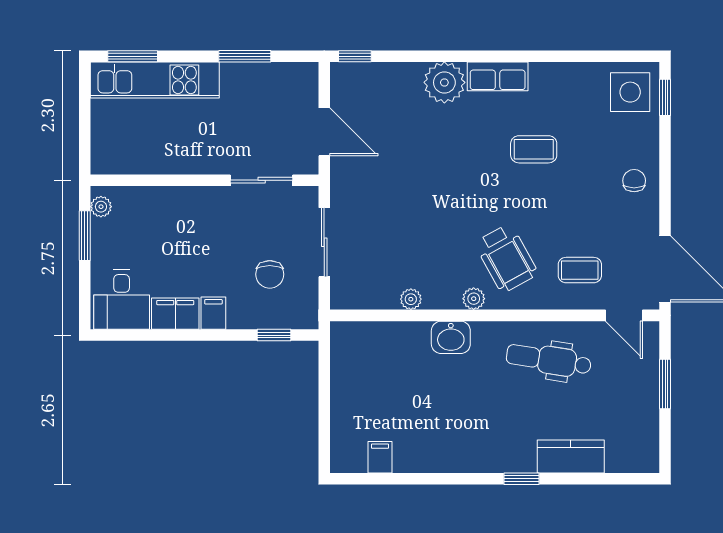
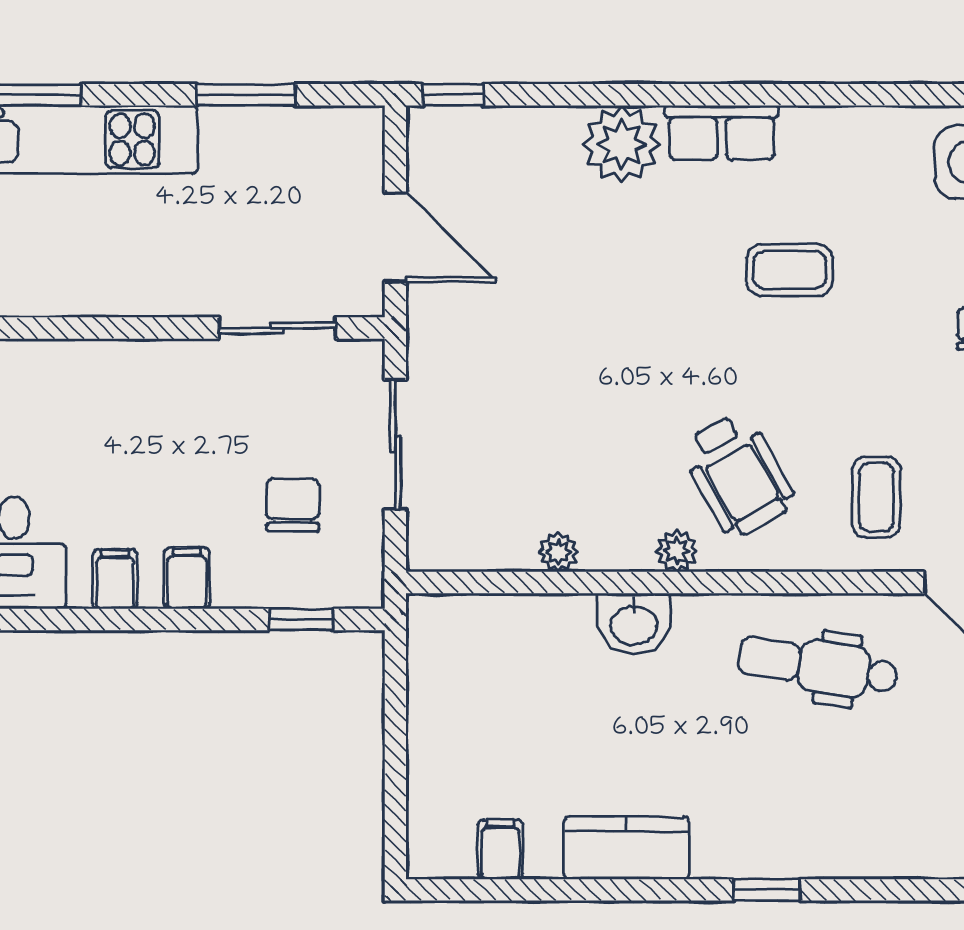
coffee table: (580, 270) -> (876, 497), turned 90
chair: (270, 274) -> (293, 505), turned 180
filing cabinet: (175, 314) -> (115, 579), width x0.50
kitchen counter: (571, 456) -> (626, 848), moved

